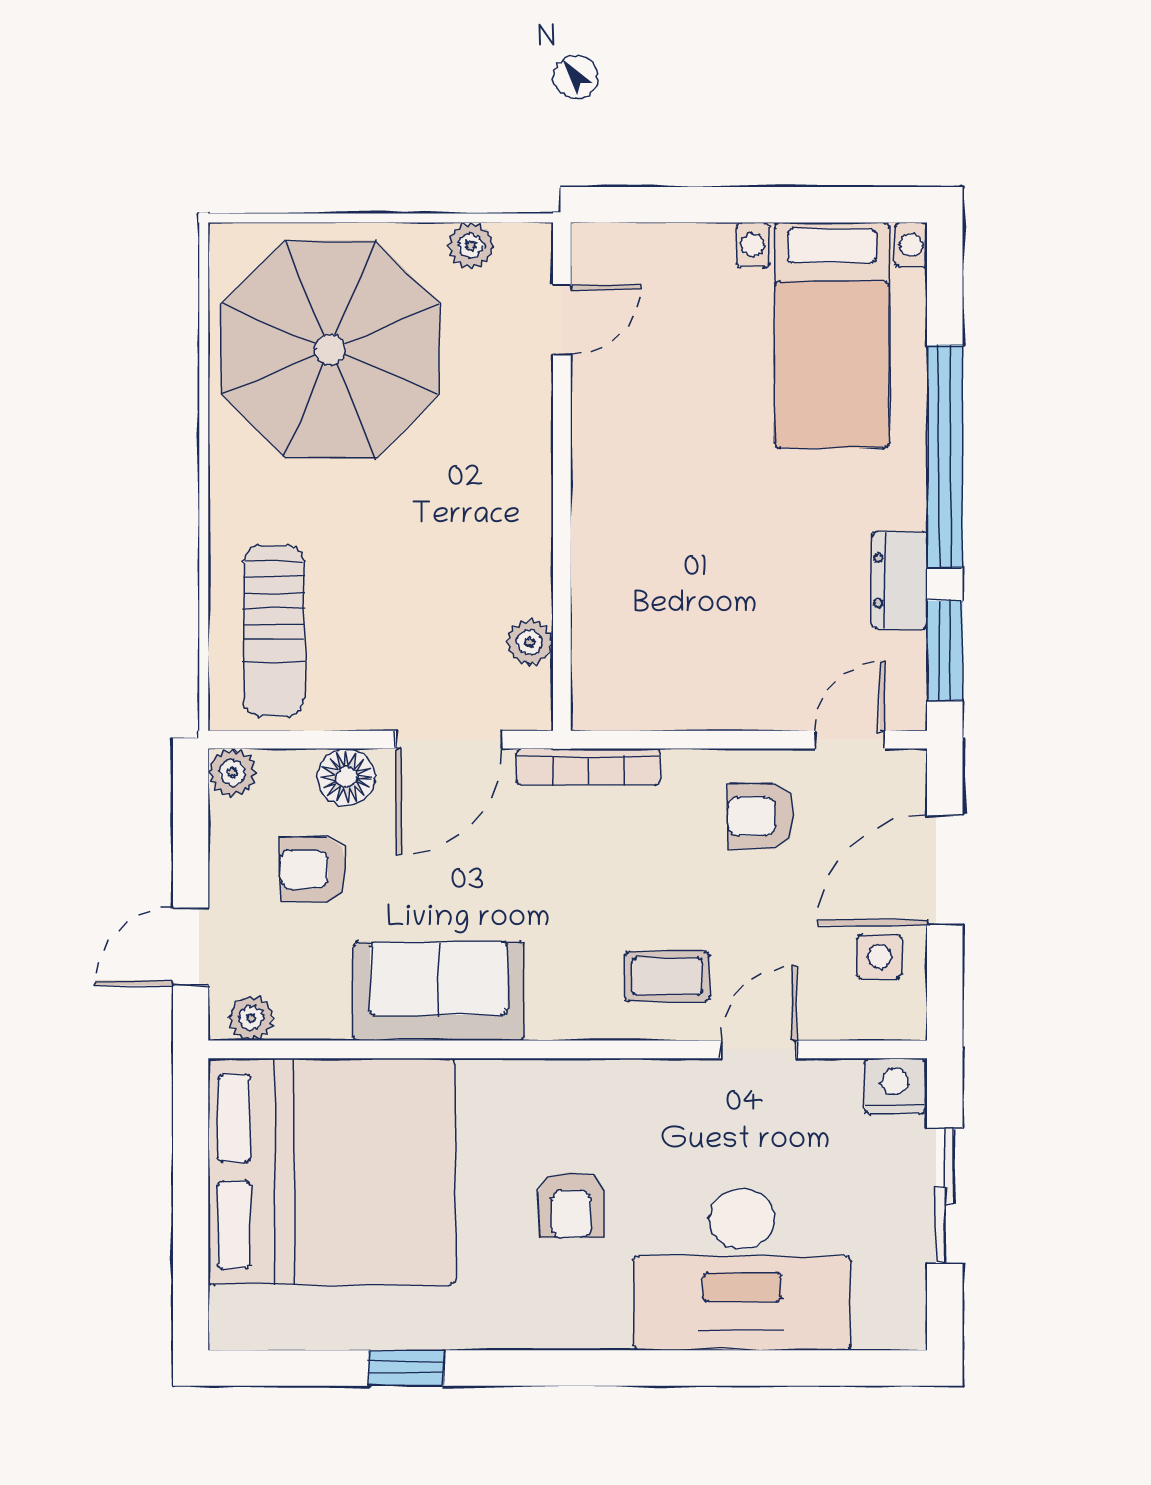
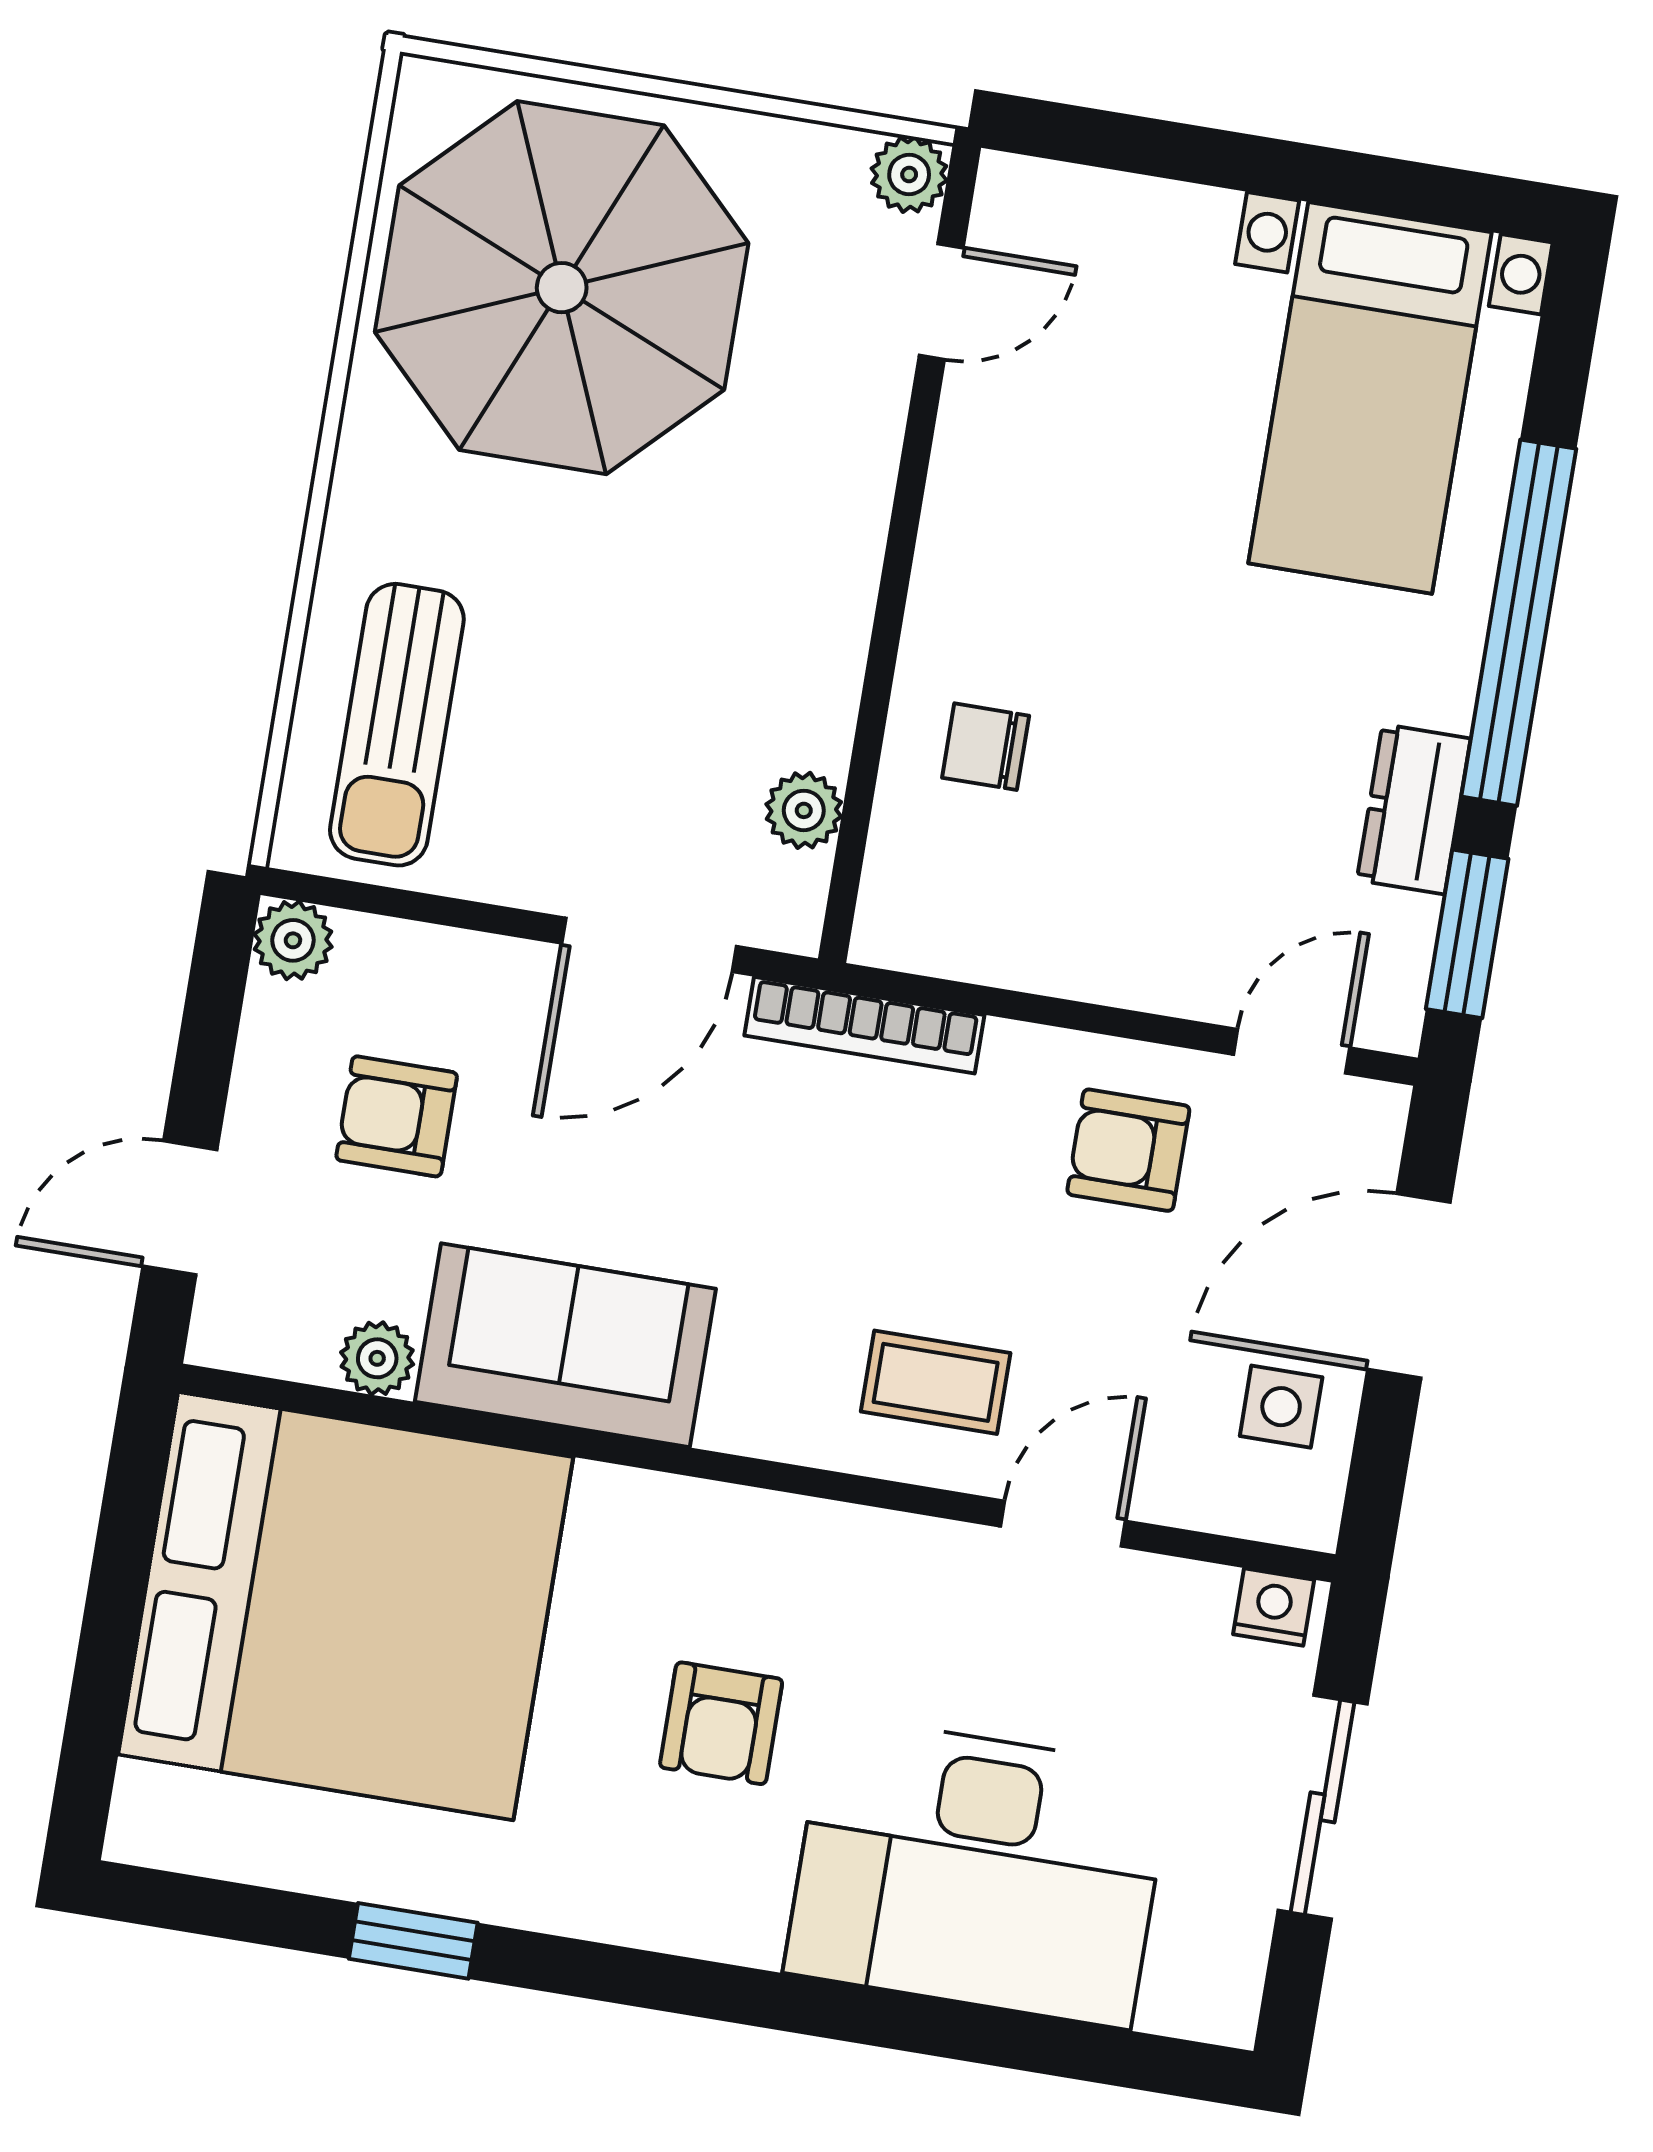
plant: (471, 246) -> (909, 174), moved
chair: (634, 585) -> (986, 747), added
floor lamp: (346, 777) -> (475, 978), removed
plant: (251, 1018) -> (377, 1358), moved
nightstand: (895, 1086) -> (1274, 1607), width x0.72, depth x0.74

